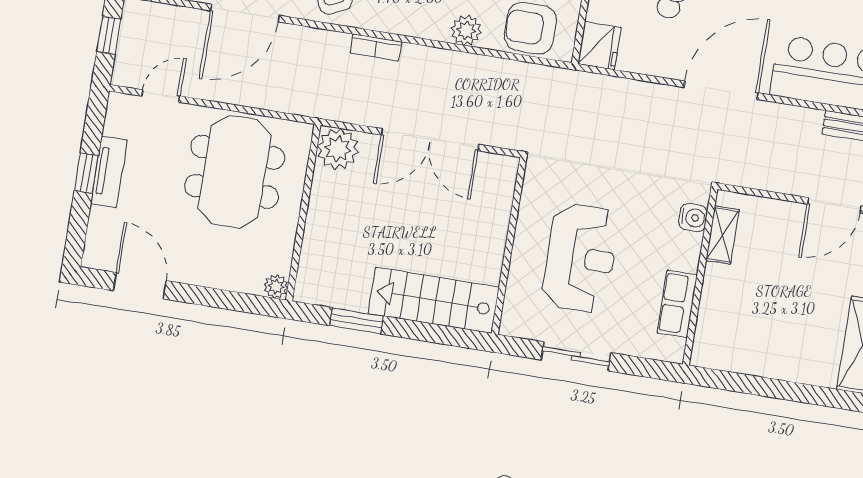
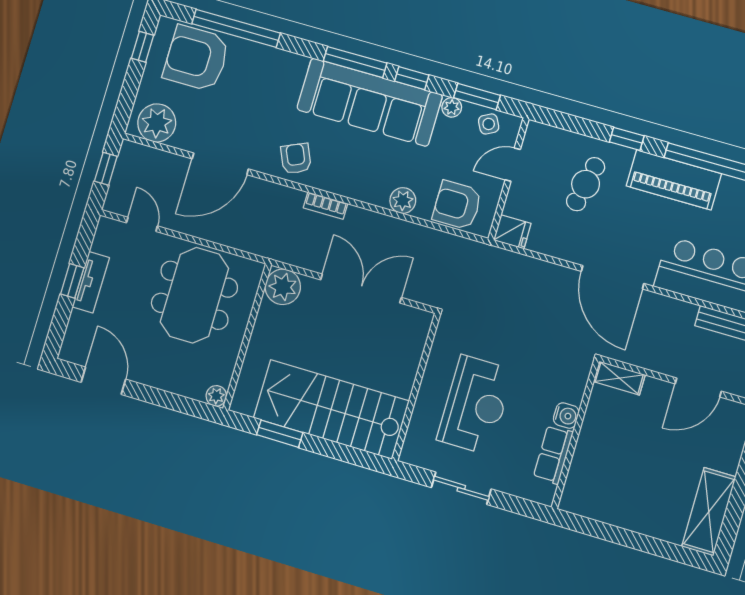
fridge: (600, 46) -> (512, 232), width x0.72
door: (721, 90) -> (613, 277), swing flipped
door: (161, 96) -> (142, 224), hinge flipped
double door: (430, 140) -> (361, 289), swing flipped
water cooler: (693, 218) -> (566, 416), moved
shelving: (722, 235) -> (619, 378), moved, turned 90
stairs: (434, 300) -> (331, 409), width x1.36, depth x1.51

